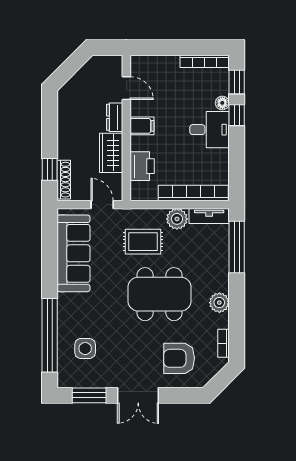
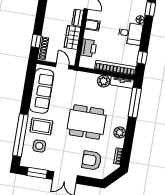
window: (237, 115) -> (142, 58), moved
rug: (143, 242) -> (41, 126), moved

